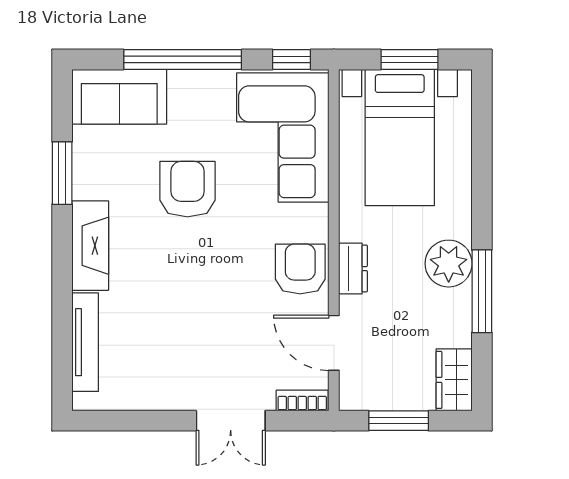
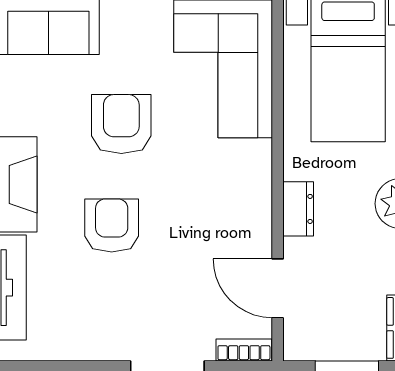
armchair: (300, 269) -> (112, 225), moved

